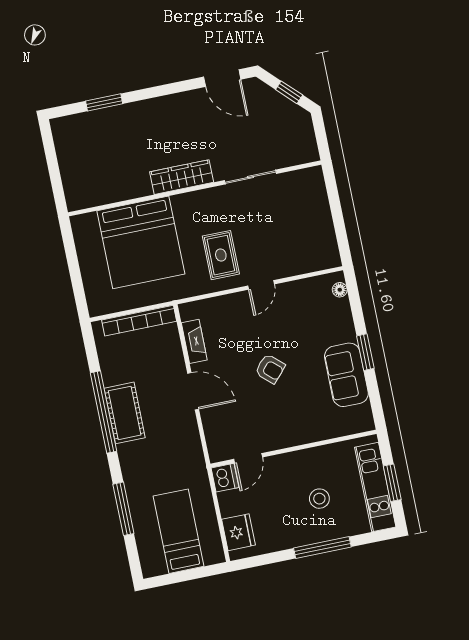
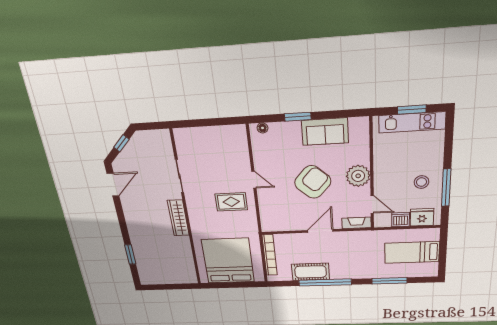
bed: (141, 242) -> (228, 261), moved, turned -90
fireplace: (194, 341) -> (357, 223), moved
window: (365, 352) -> (298, 117), moved
armchair: (270, 369) -> (313, 182), width x1.88, depth x1.88
cot: (125, 413) -> (311, 272), moved
plant: (289, 430) -> (358, 176), added
dishwasher: (225, 478) -> (401, 220), moved
stool: (319, 499) -> (421, 182), moved
window: (322, 548) -> (446, 188), moved

